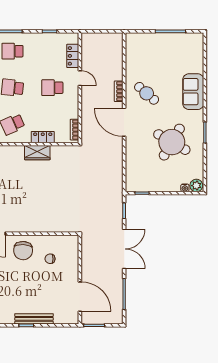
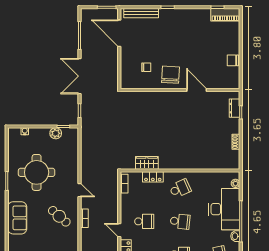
door: (124, 122) -> (80, 190), width x0.53
round table: (172, 142) -> (37, 172), turned -30
wardrobe: (37, 153) -> (147, 163), moved
plant: (196, 186) -> (56, 133), moved
bench: (34, 319) -> (141, 13), moved

